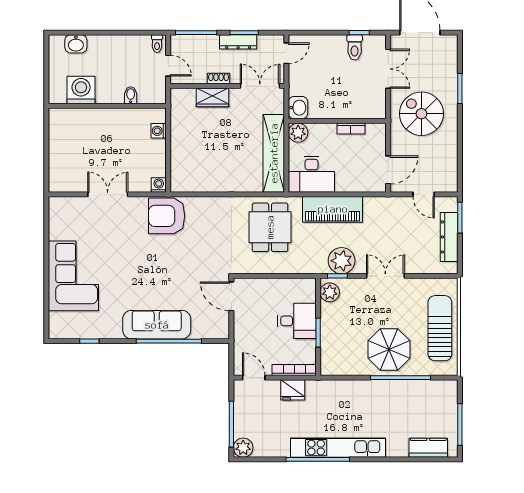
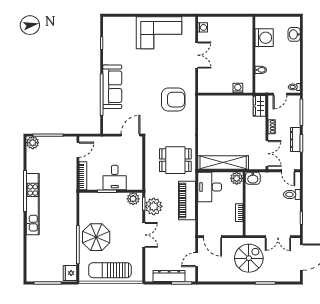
toilet: (355, 47) -> (292, 194), moved
wardrobe: (213, 97) -> (259, 106), moved
washing machine: (159, 185) -> (203, 27), moved
armchair: (167, 216) -> (173, 100), moved, turned 90
corner sofa: (73, 276) -> (159, 33), moved
sun lounger: (440, 328) -> (110, 270), turned 180
fridge: (293, 390) -> (70, 273), moved
kitchen counter: (428, 448) -> (33, 263), removed

